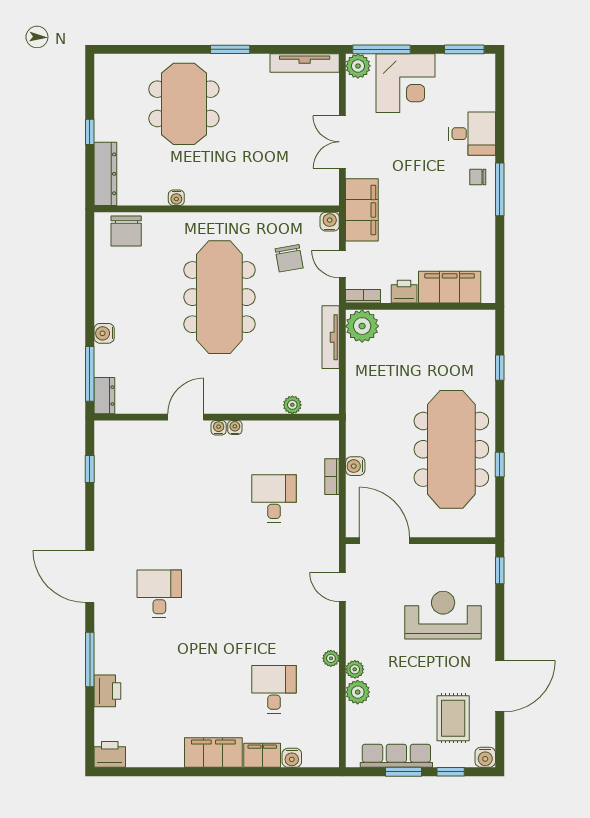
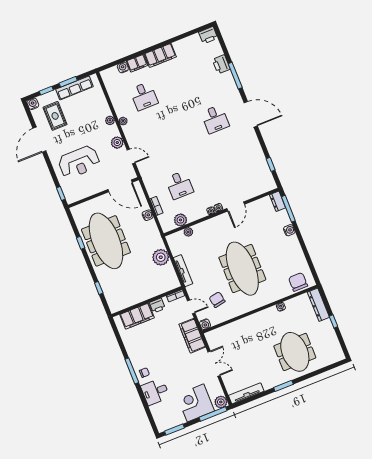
plant: (362, 326) -> (161, 257), moved
plant: (298, 433) -> (180, 220), added
plant: (358, 692) -> (117, 143), moved

